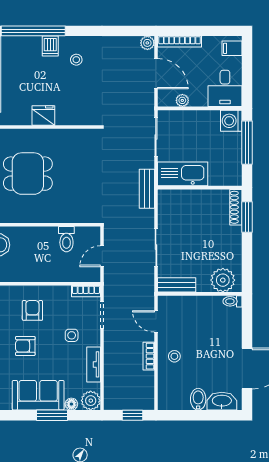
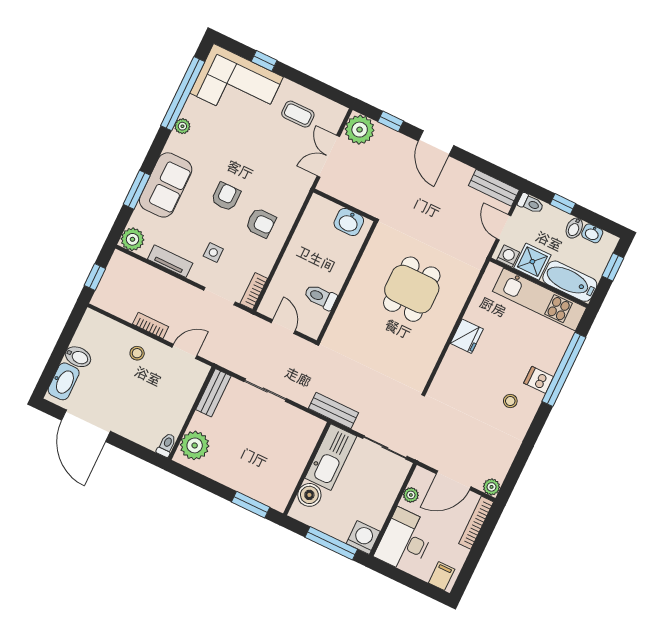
desk: (225, 88) -> (405, 541), width x1.37
boiler: (219, 176) -> (309, 495), added
shoe rack: (236, 207) -> (267, 498), removed
floor lamp: (71, 404) -> (139, 217), removed

